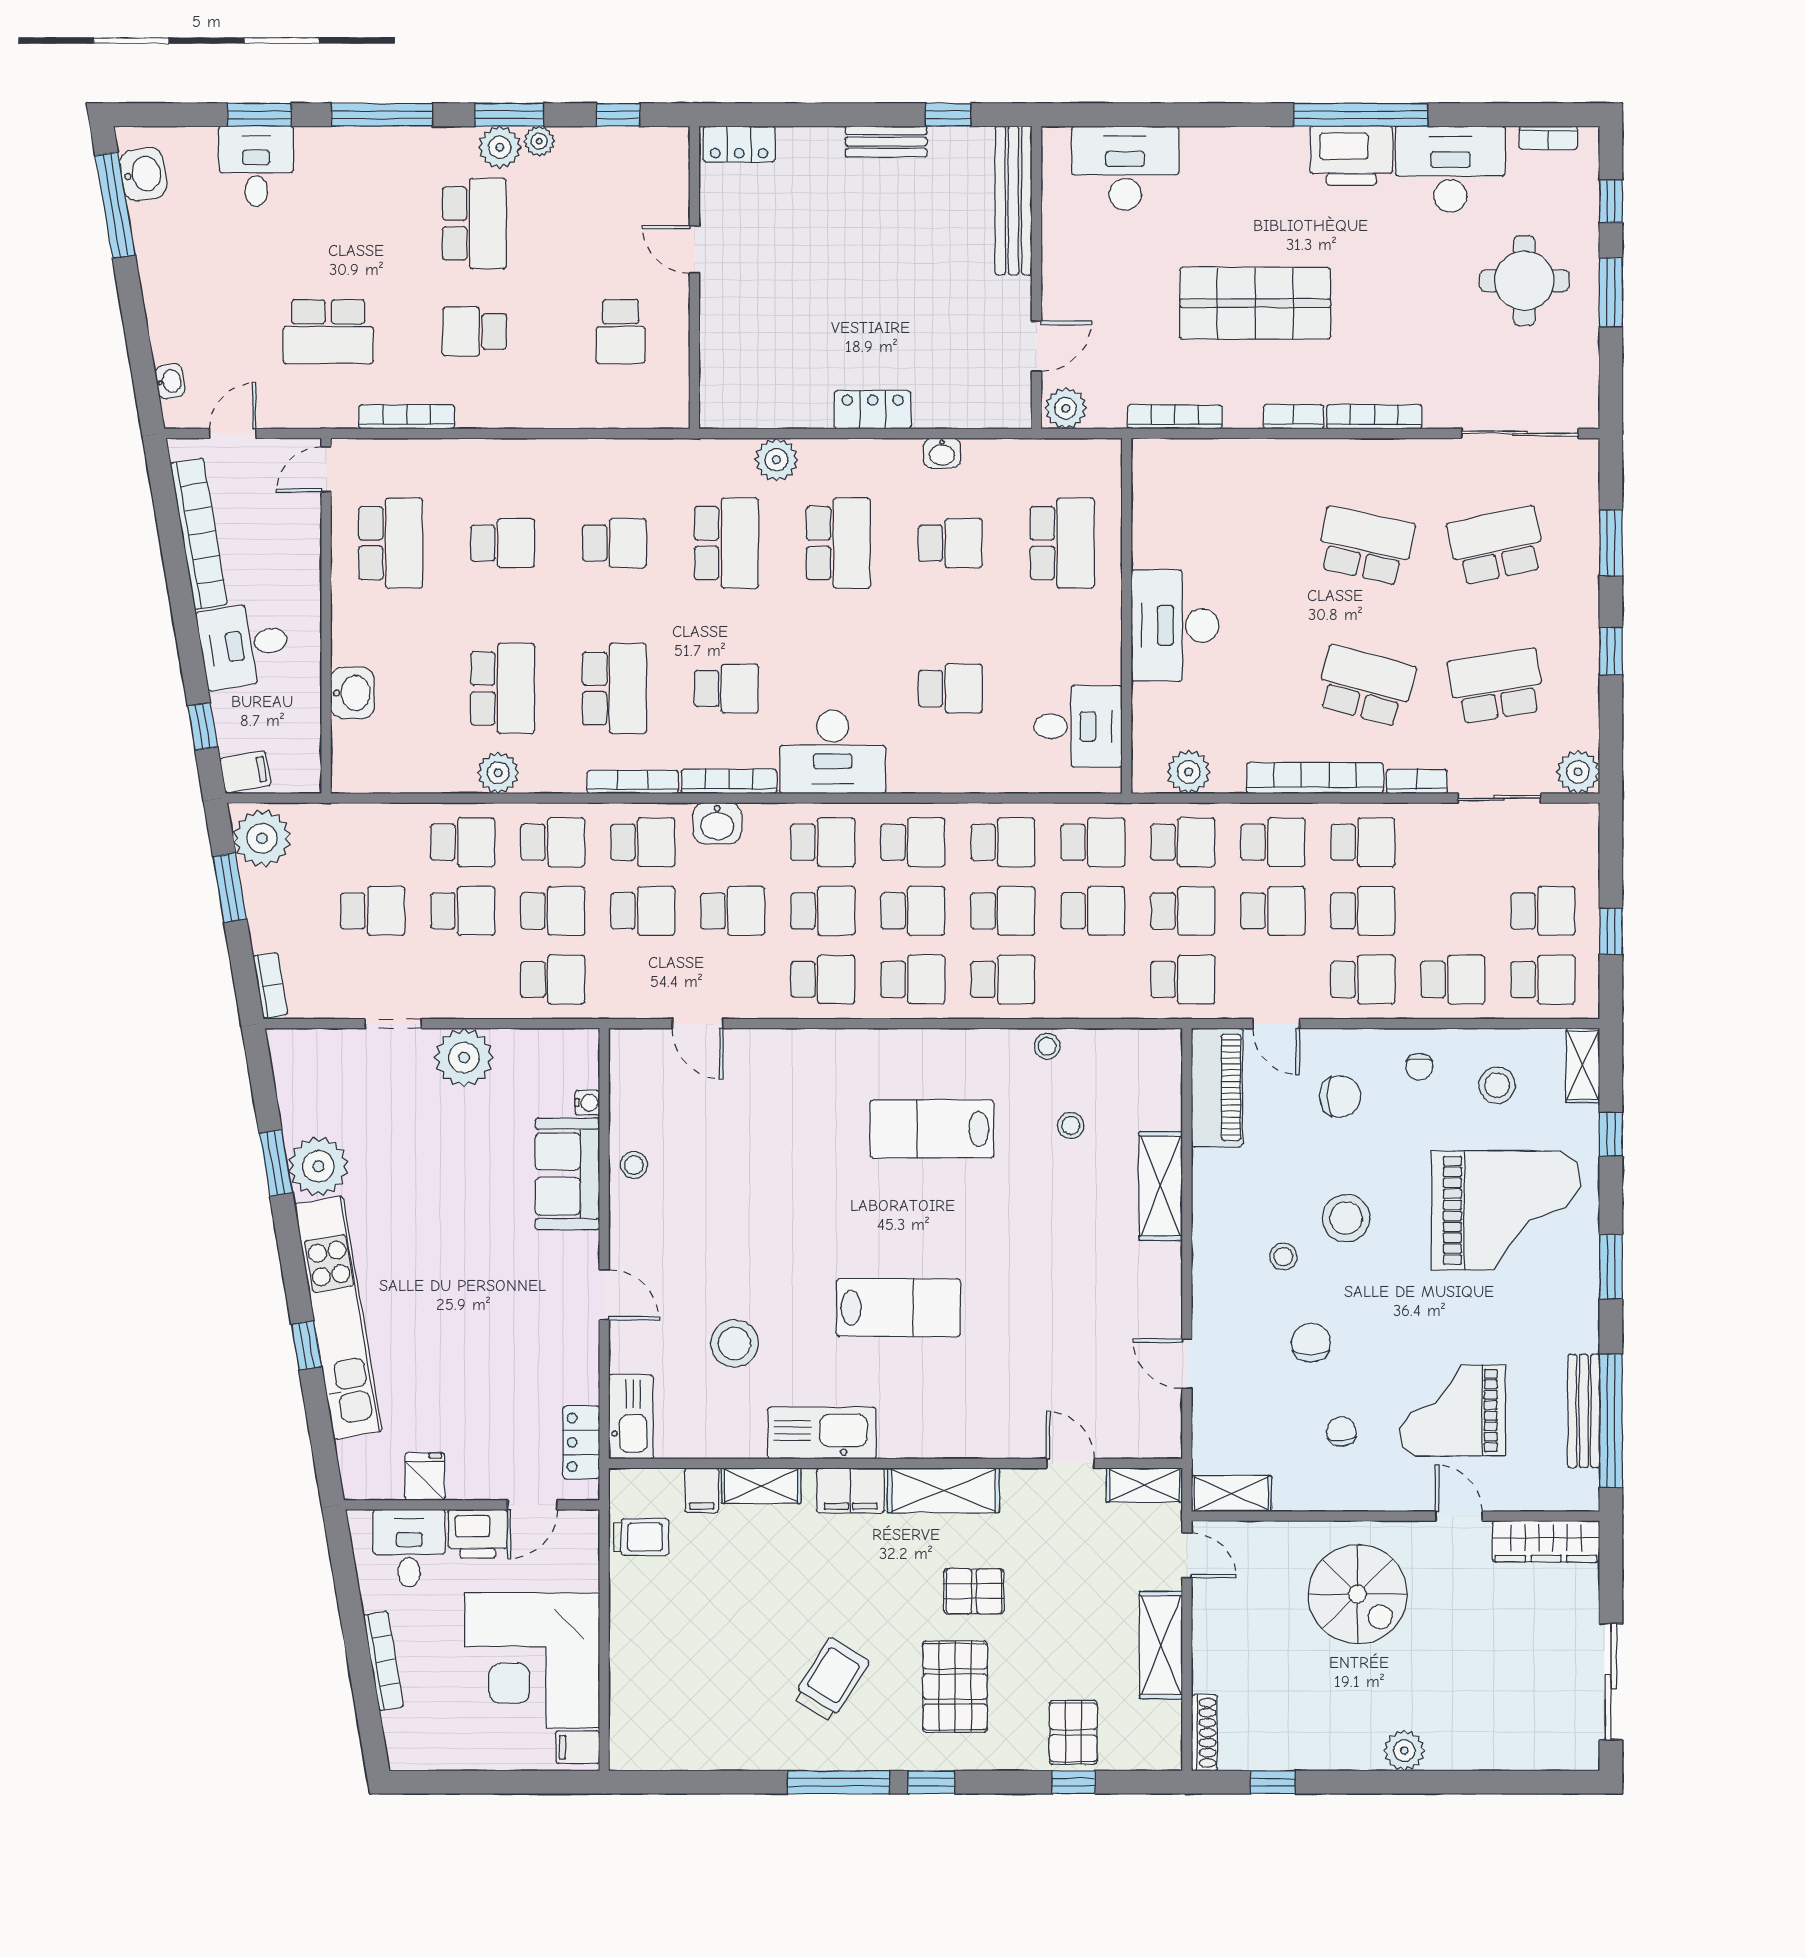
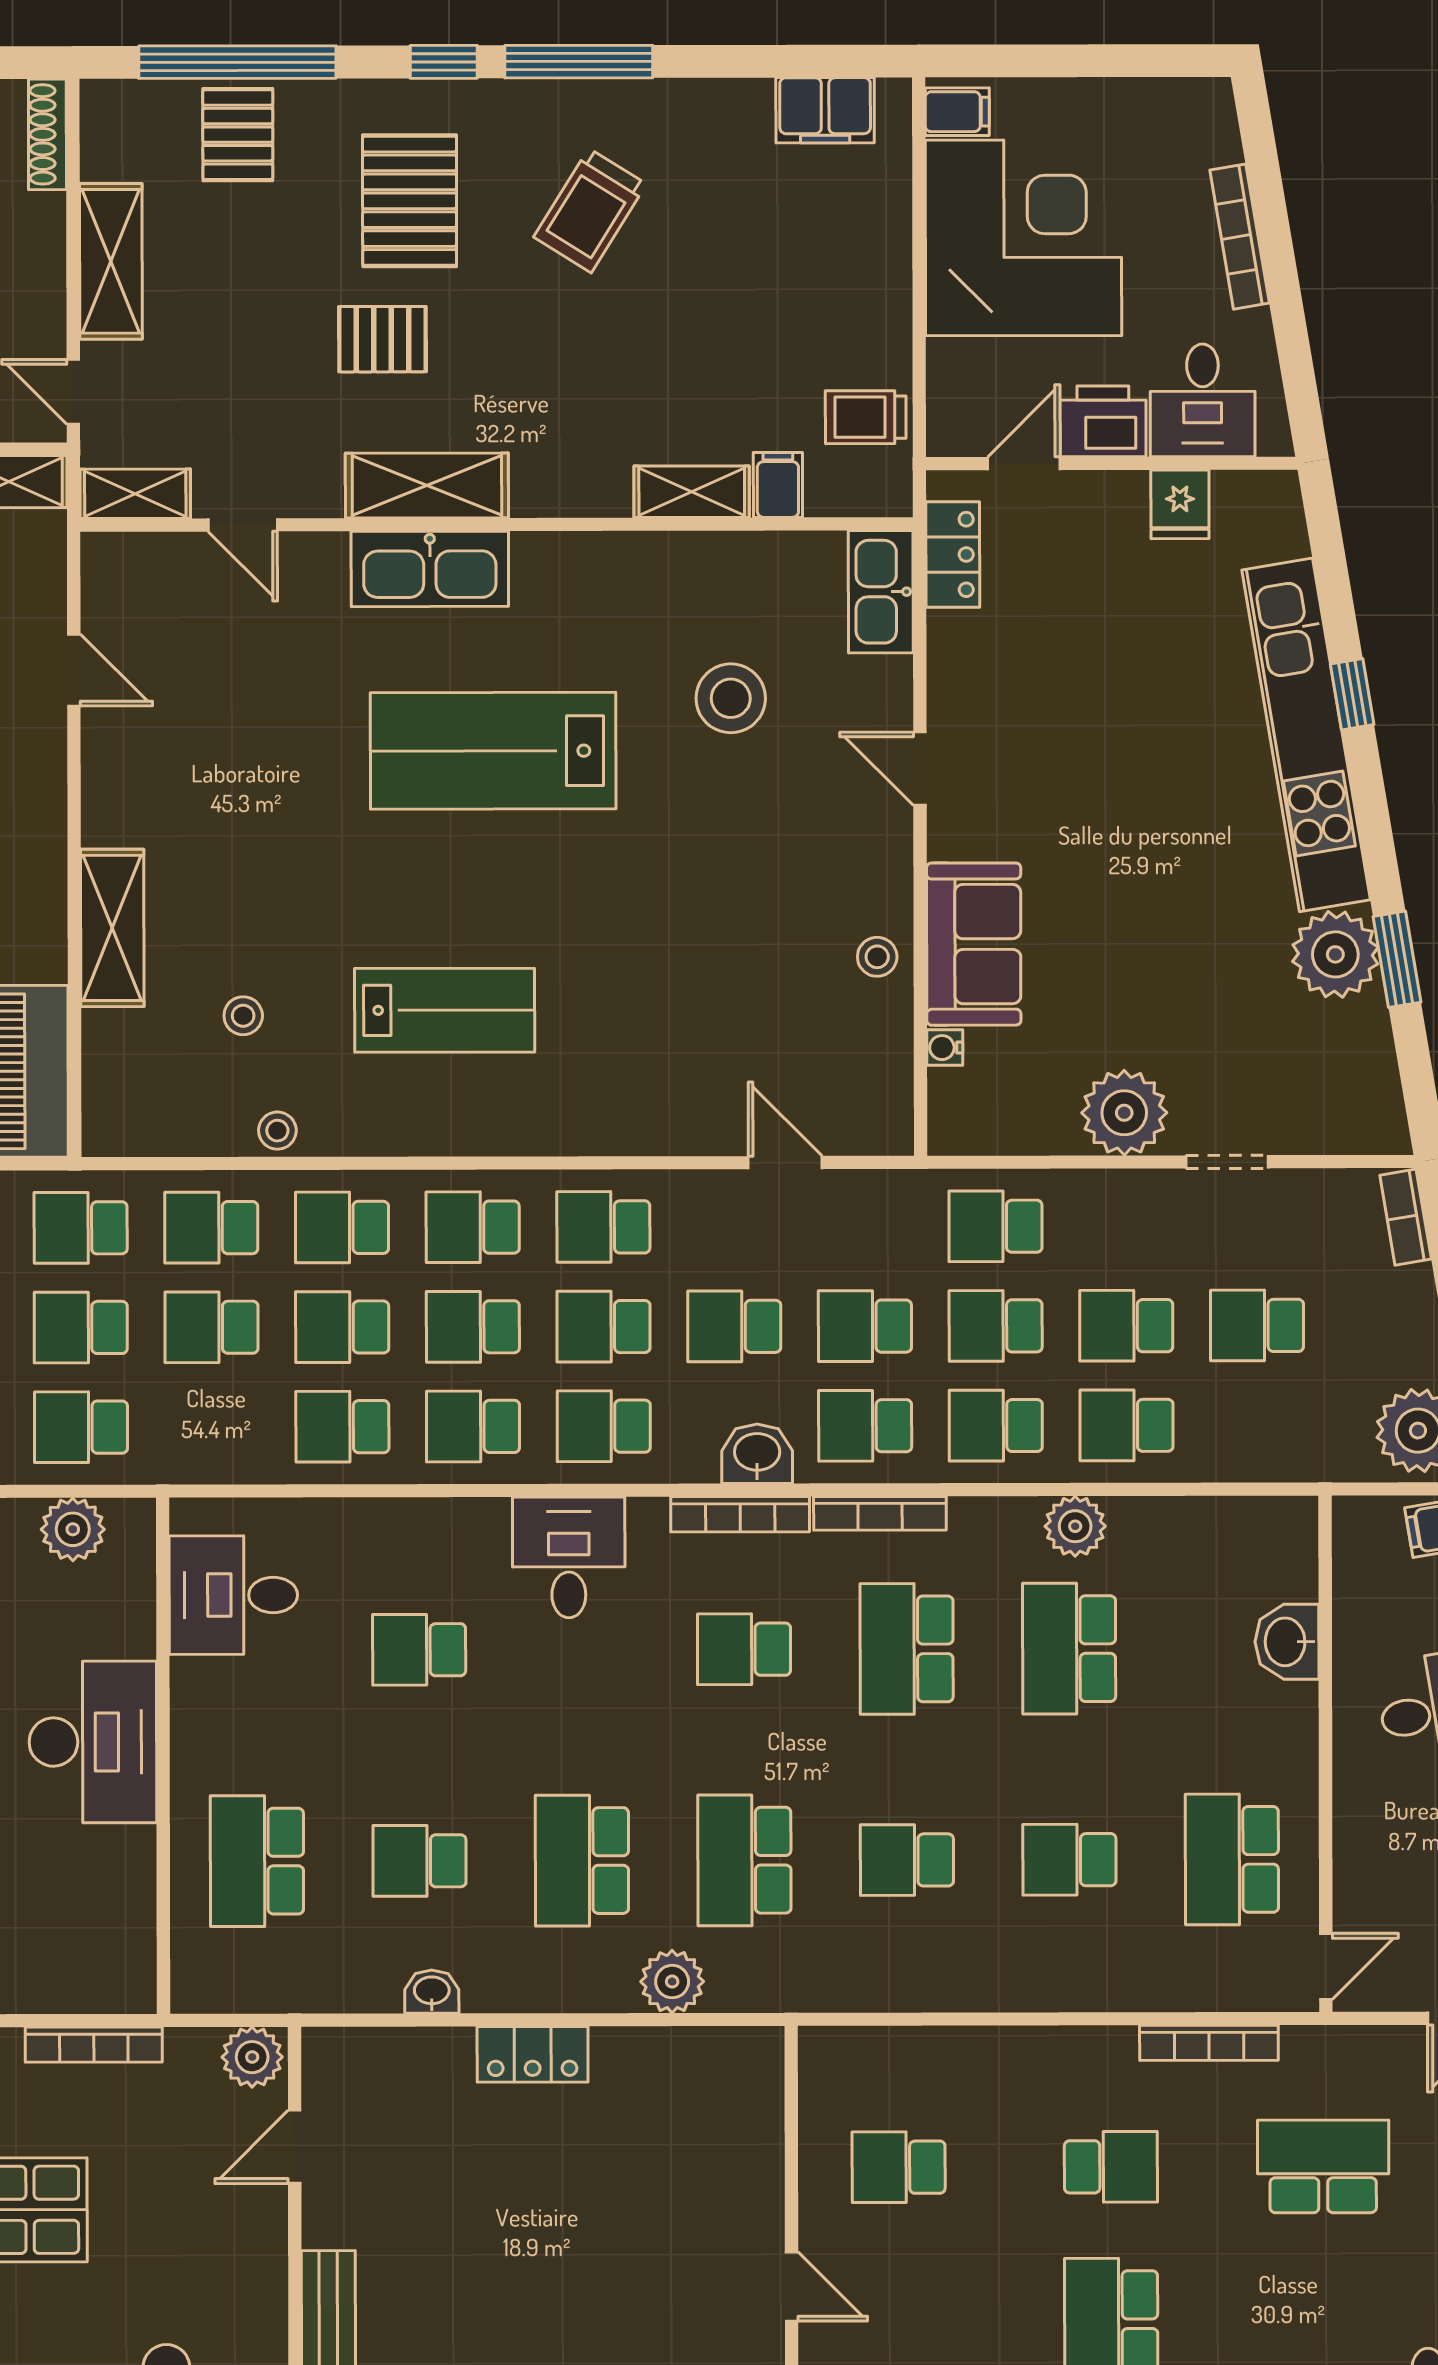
school desk: (621, 332) -> (899, 2167), turned -90
desk: (833, 752) -> (569, 1557), width x0.73
school desk: (1093, 842) -> (211, 1228), moved
lab bench: (898, 1308) -> (493, 751), width x1.36, depth x1.39
kitchen sink: (822, 1433) -> (430, 569), moved
filing cabinet: (851, 1490) -> (825, 110), moved, turned 180
window: (1073, 1782) -> (237, 62), width x3.17

